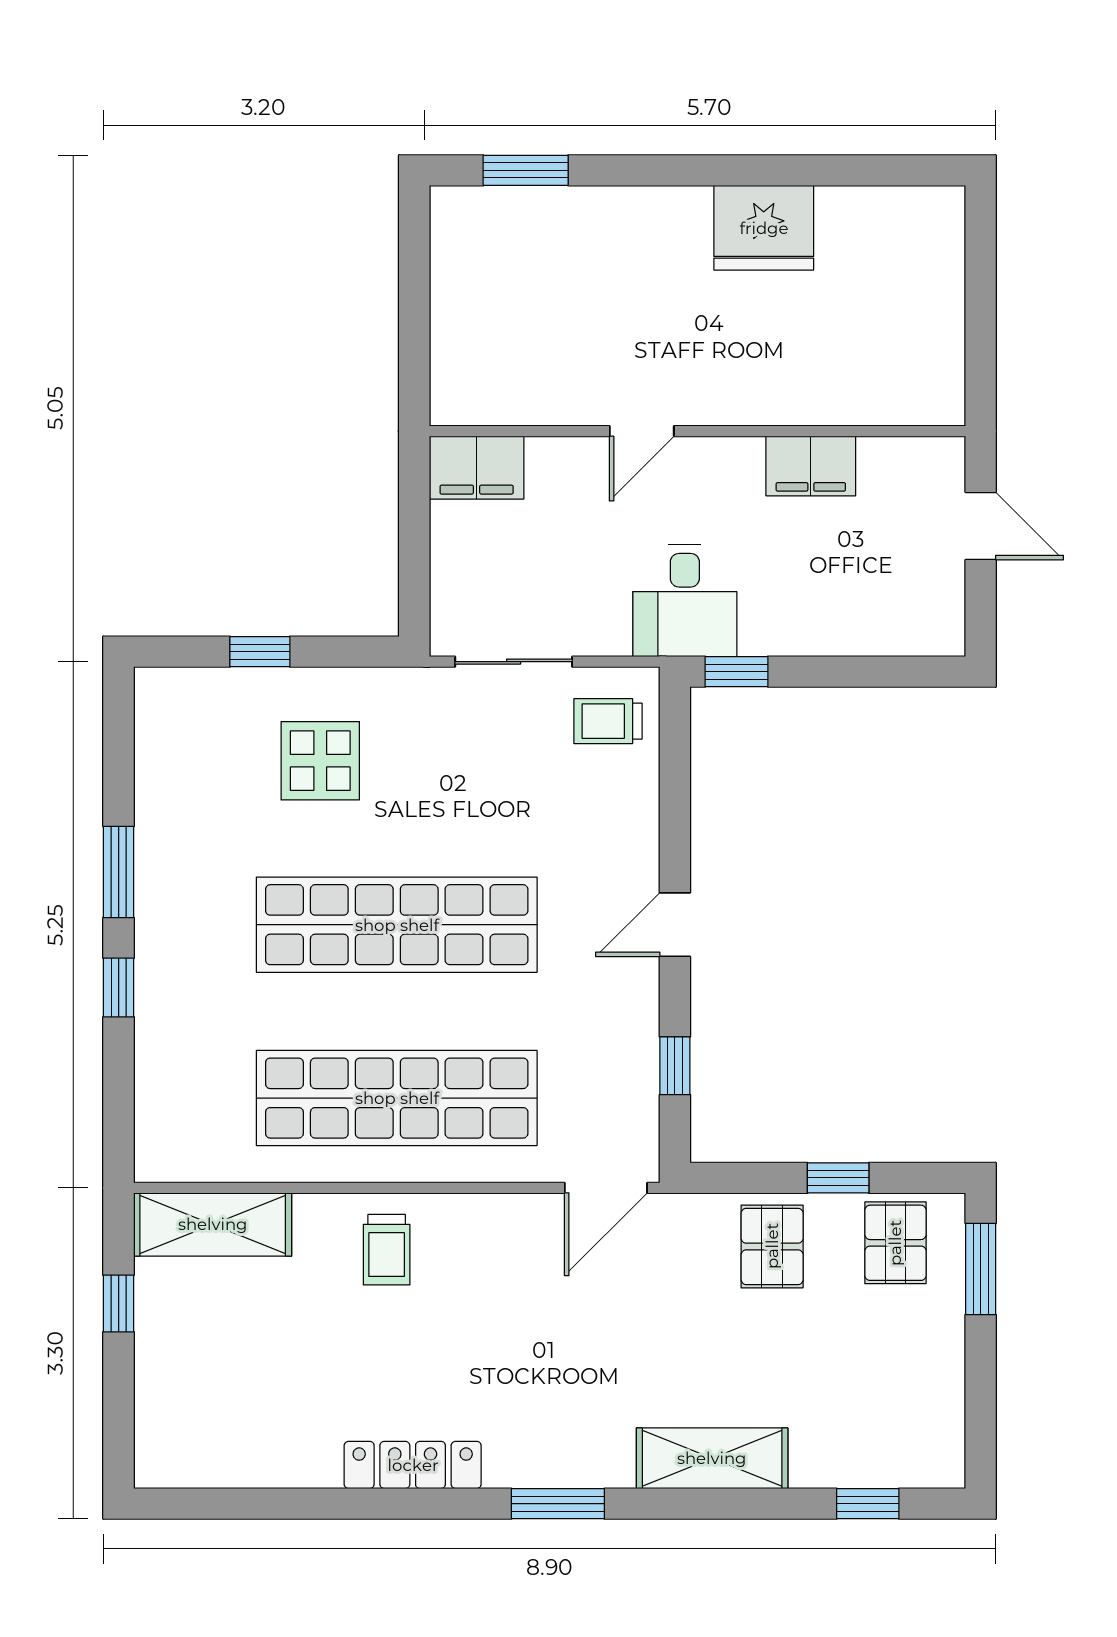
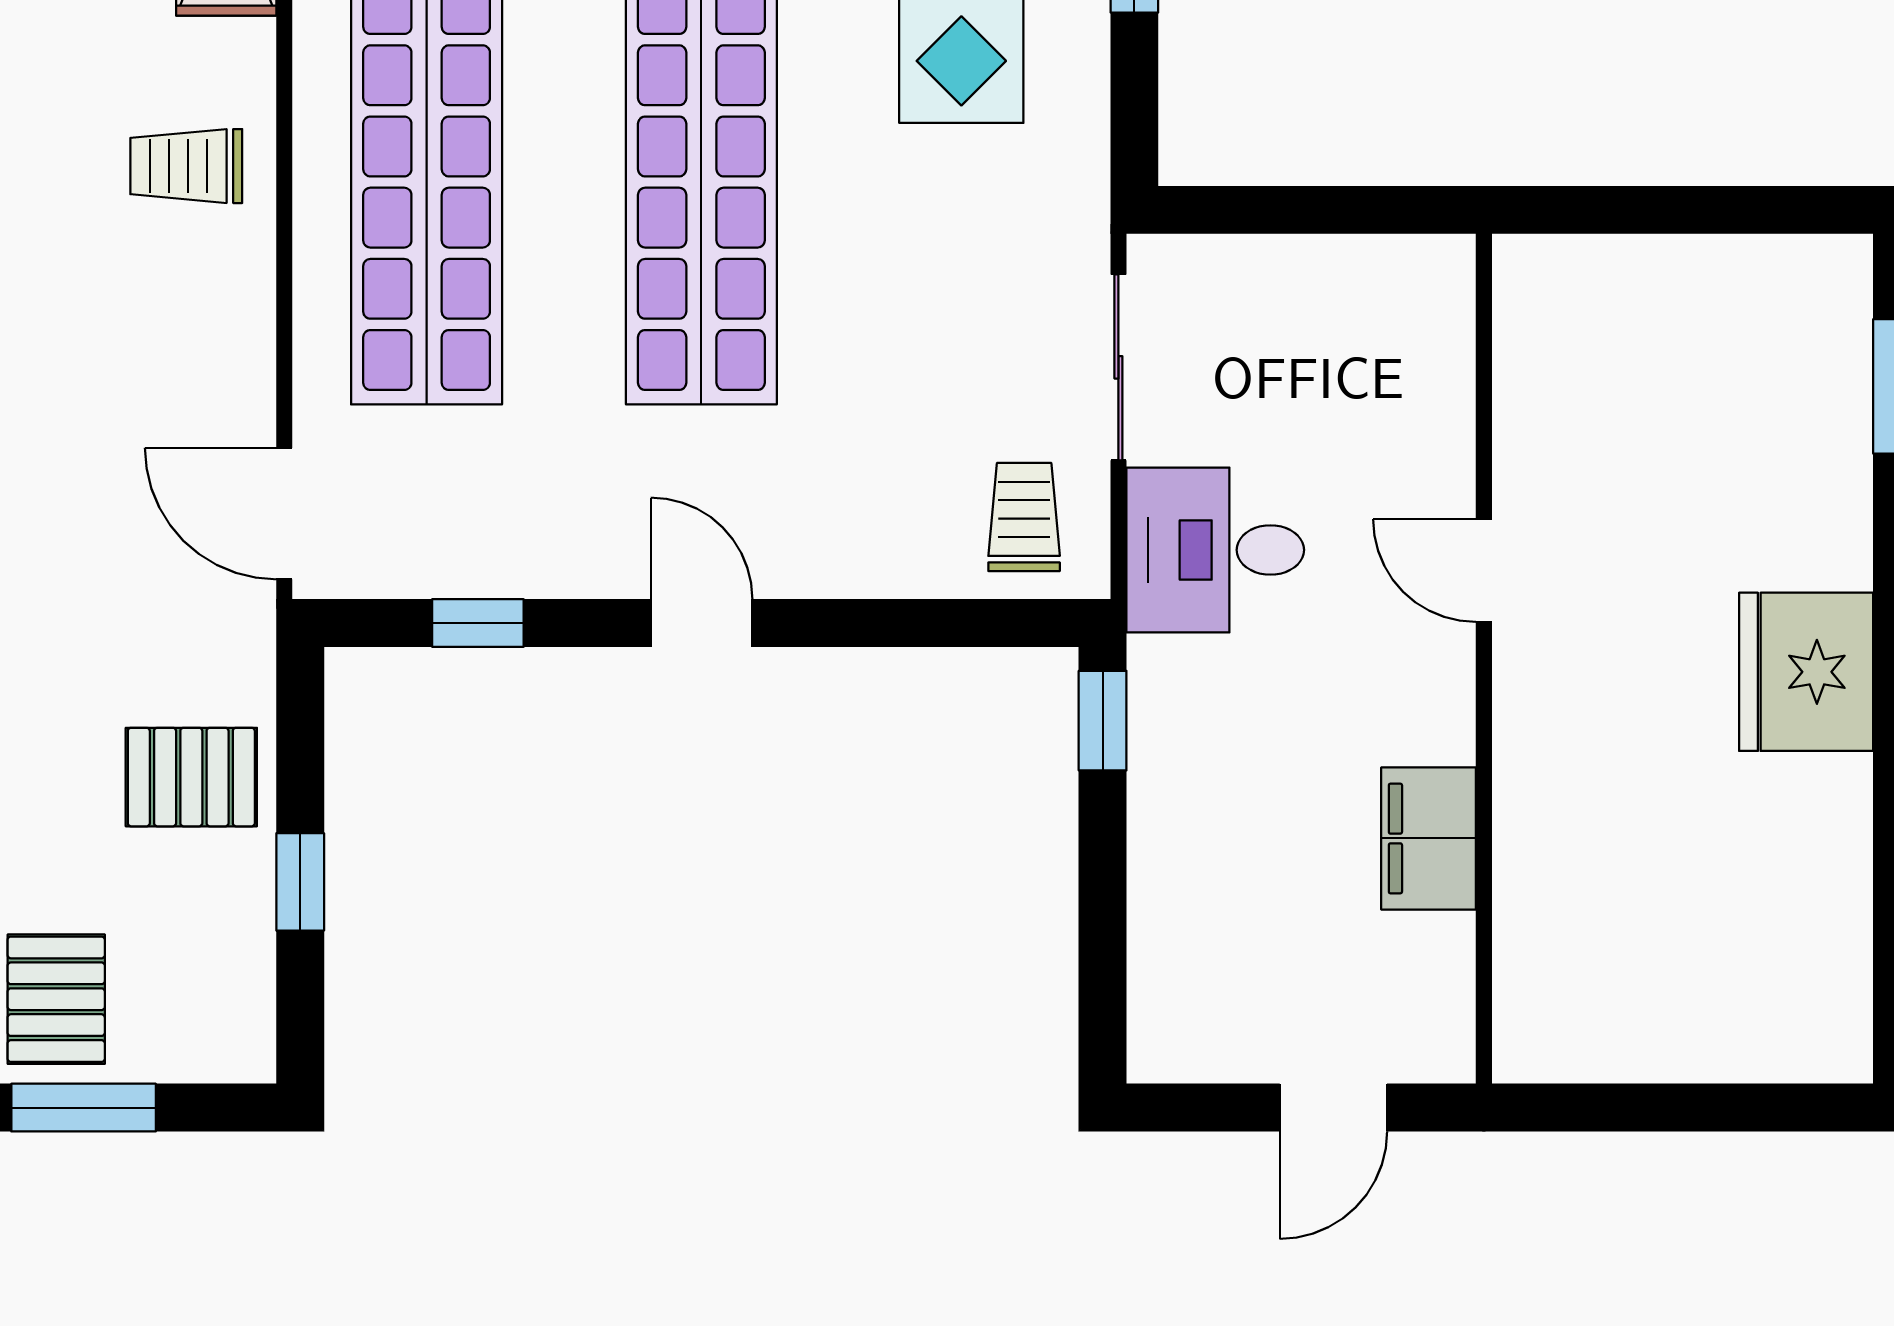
fridge: (764, 228) -> (1806, 672), moved
filing cabinet: (477, 468) -> (1426, 309), removed
desk: (685, 600) -> (1215, 550), moved
pallet: (895, 1243) -> (56, 999), moved, turned 90
window: (981, 1269) -> (84, 1108), moved

